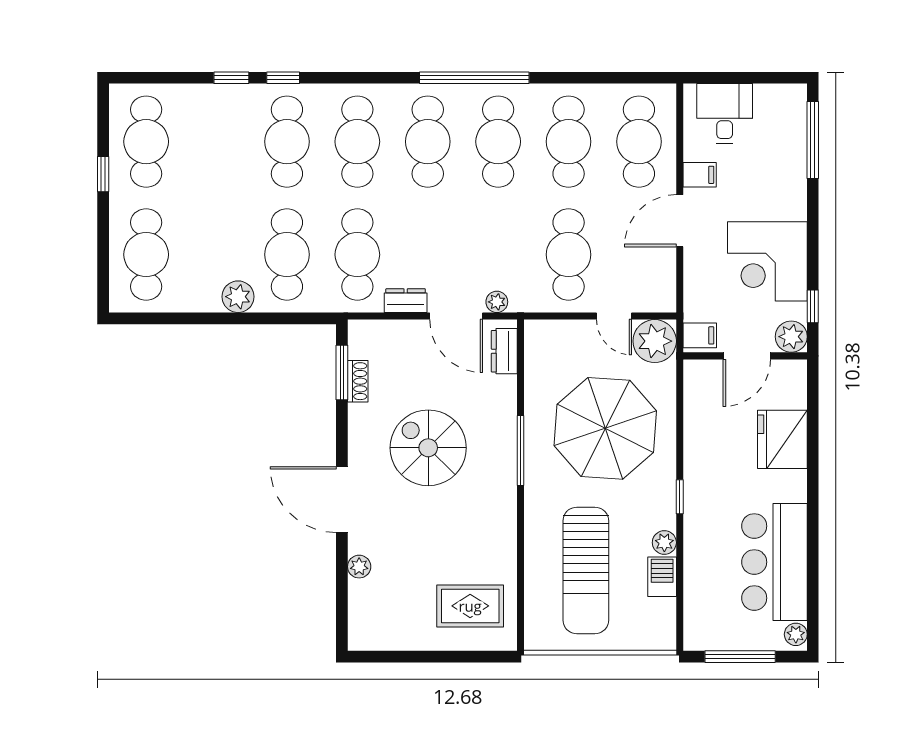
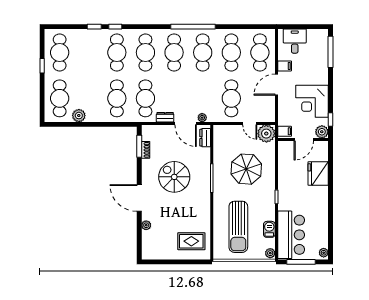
plant: (238, 297) -> (79, 116), moved
parasol: (605, 428) -> (246, 169), width x0.73, depth x0.73
plant: (664, 543) -> (270, 253), moved
bar counter: (774, 562) -> (291, 235), moved, turned 180

